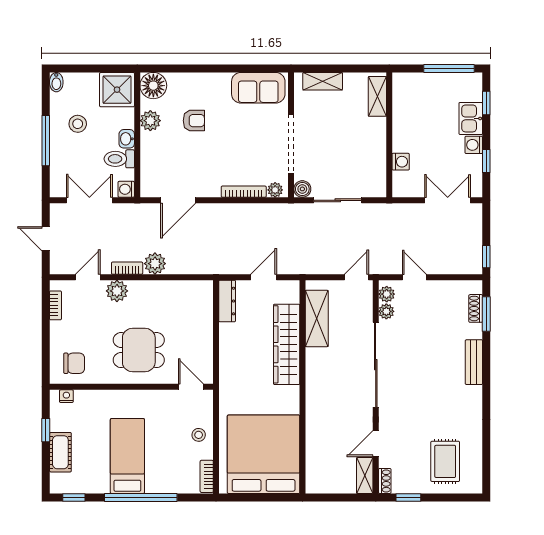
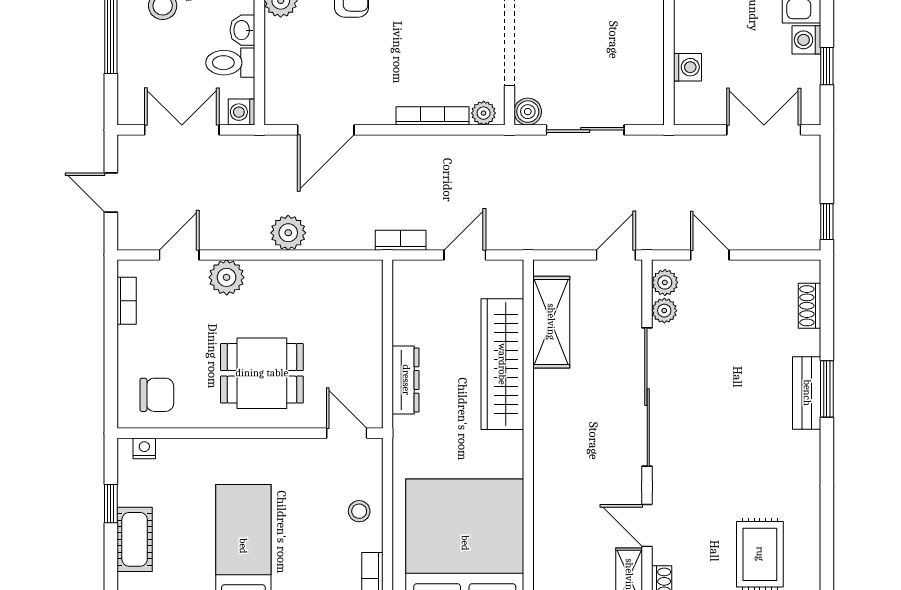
bookcase: (127, 268) -> (401, 240), moved
dresser: (227, 301) -> (406, 380), moved
window: (486, 314) -> (827, 389), moved
door: (376, 444) -> (647, 526), hinge flipped

